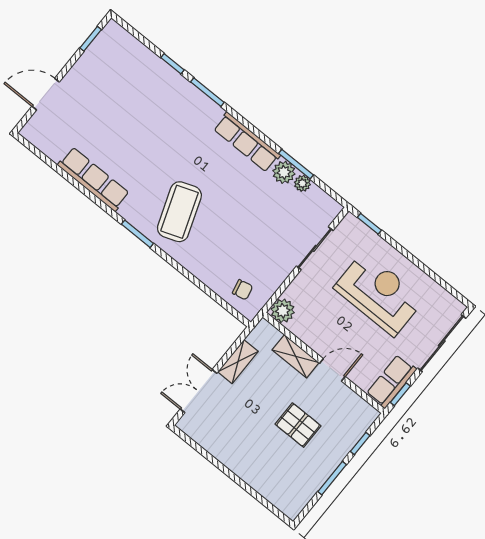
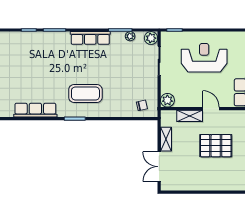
plant: (284, 172) -> (151, 38), moved
coffee table: (179, 212) -> (85, 93), turned -70
door: (332, 370) -> (211, 109), hinge flipped
pallet: (298, 425) -> (216, 146), width x1.50, depth x1.42

